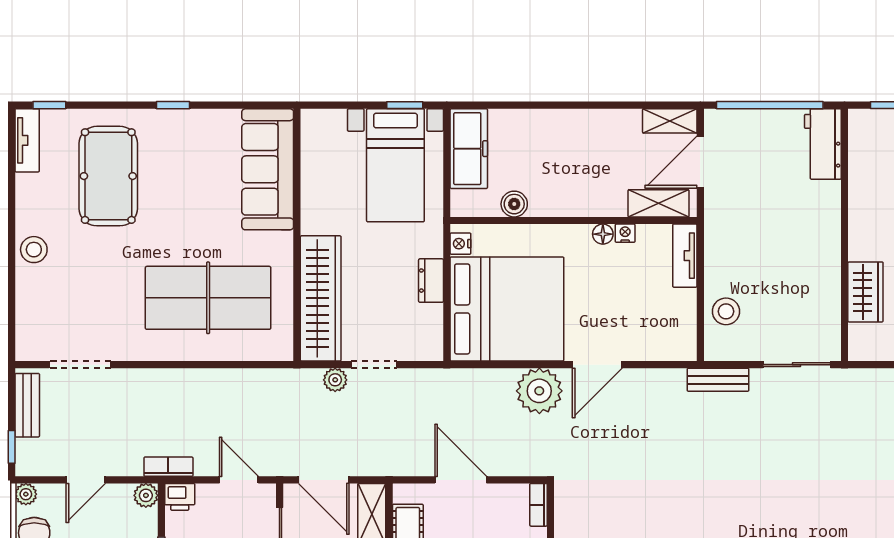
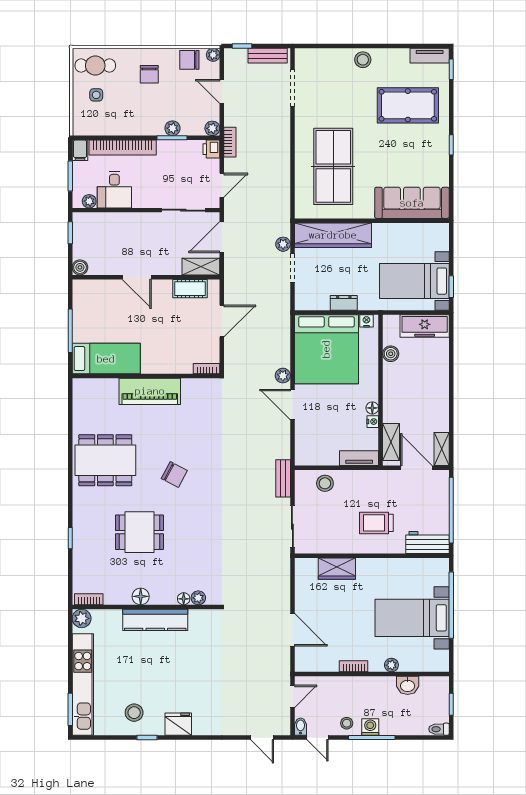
trolley: (791, 227) -> (376, 523), added
plant: (539, 391) -> (283, 376), width x0.53, depth x0.53

